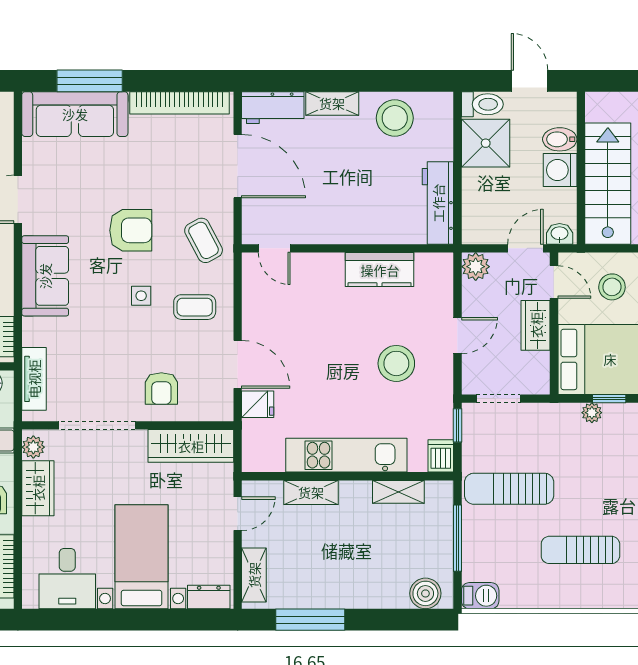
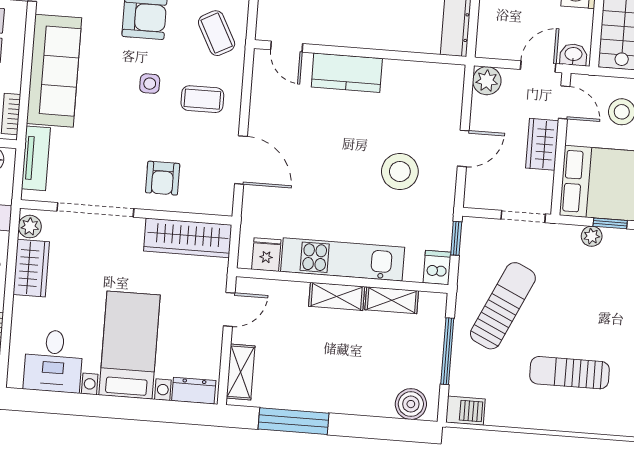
kitchen counter: (380, 270) -> (347, 73), moved
sofa: (45, 276) -> (54, 71), width x1.36
doorway: (498, 399) -> (523, 217), moved
fridge: (258, 404) -> (266, 255), moved, turned -90
sun lounger: (509, 489) -> (503, 306), turned 115
shelving: (311, 492) -> (337, 296), moved

